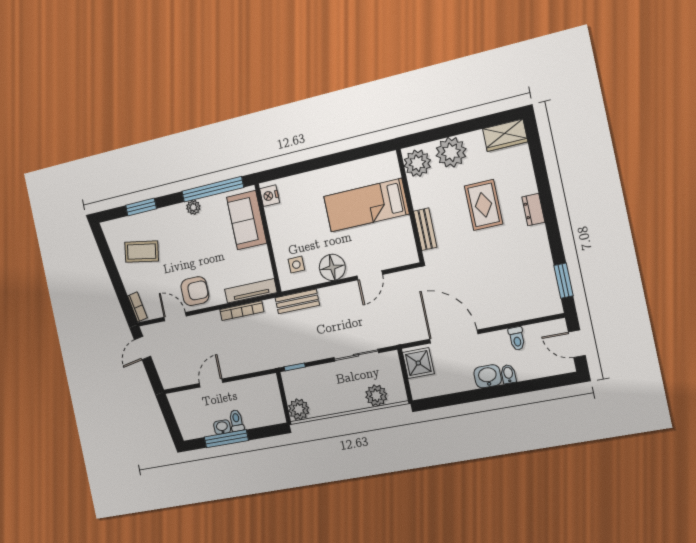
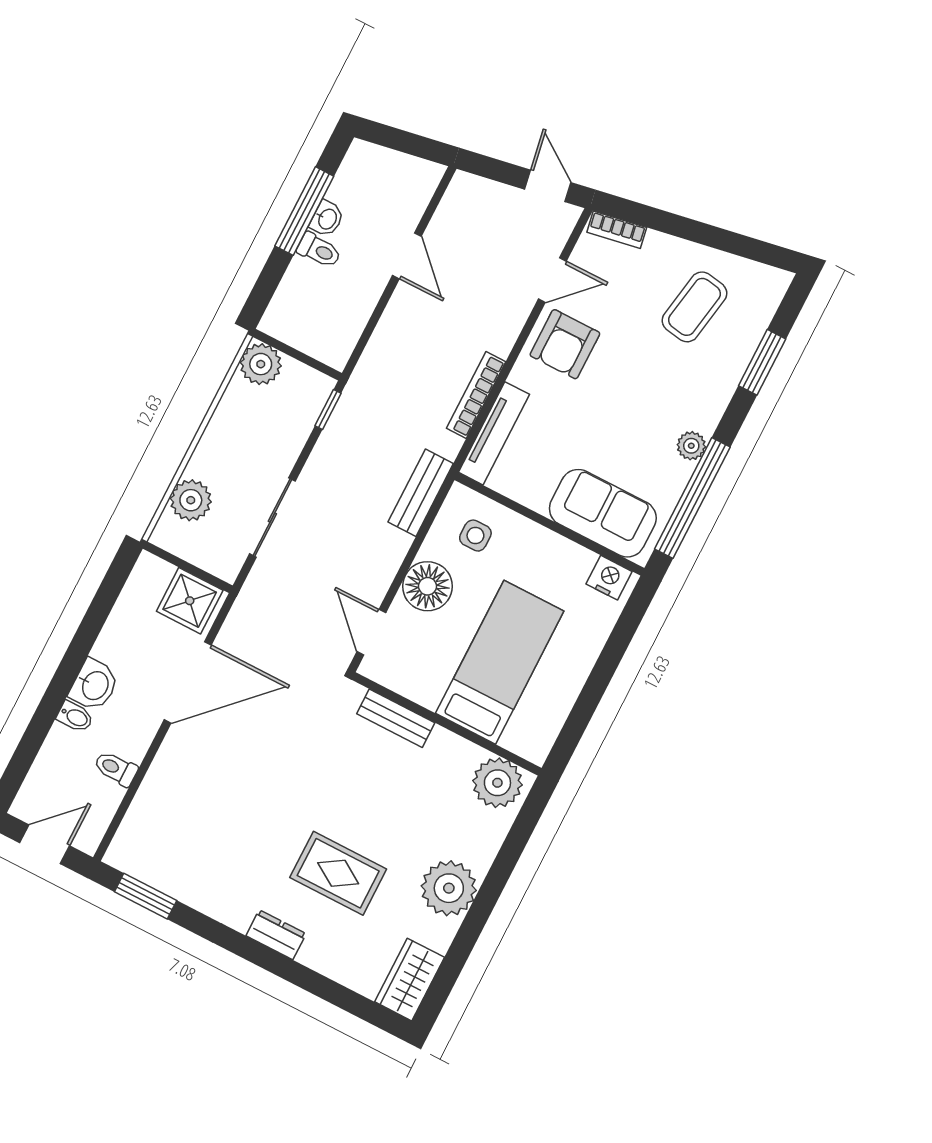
plant: (417, 163) -> (497, 783), moved
bed: (366, 205) -> (500, 662), moved
wall: (410, 206) -> (447, 724), moved
bench: (425, 229) -> (396, 718), moved

